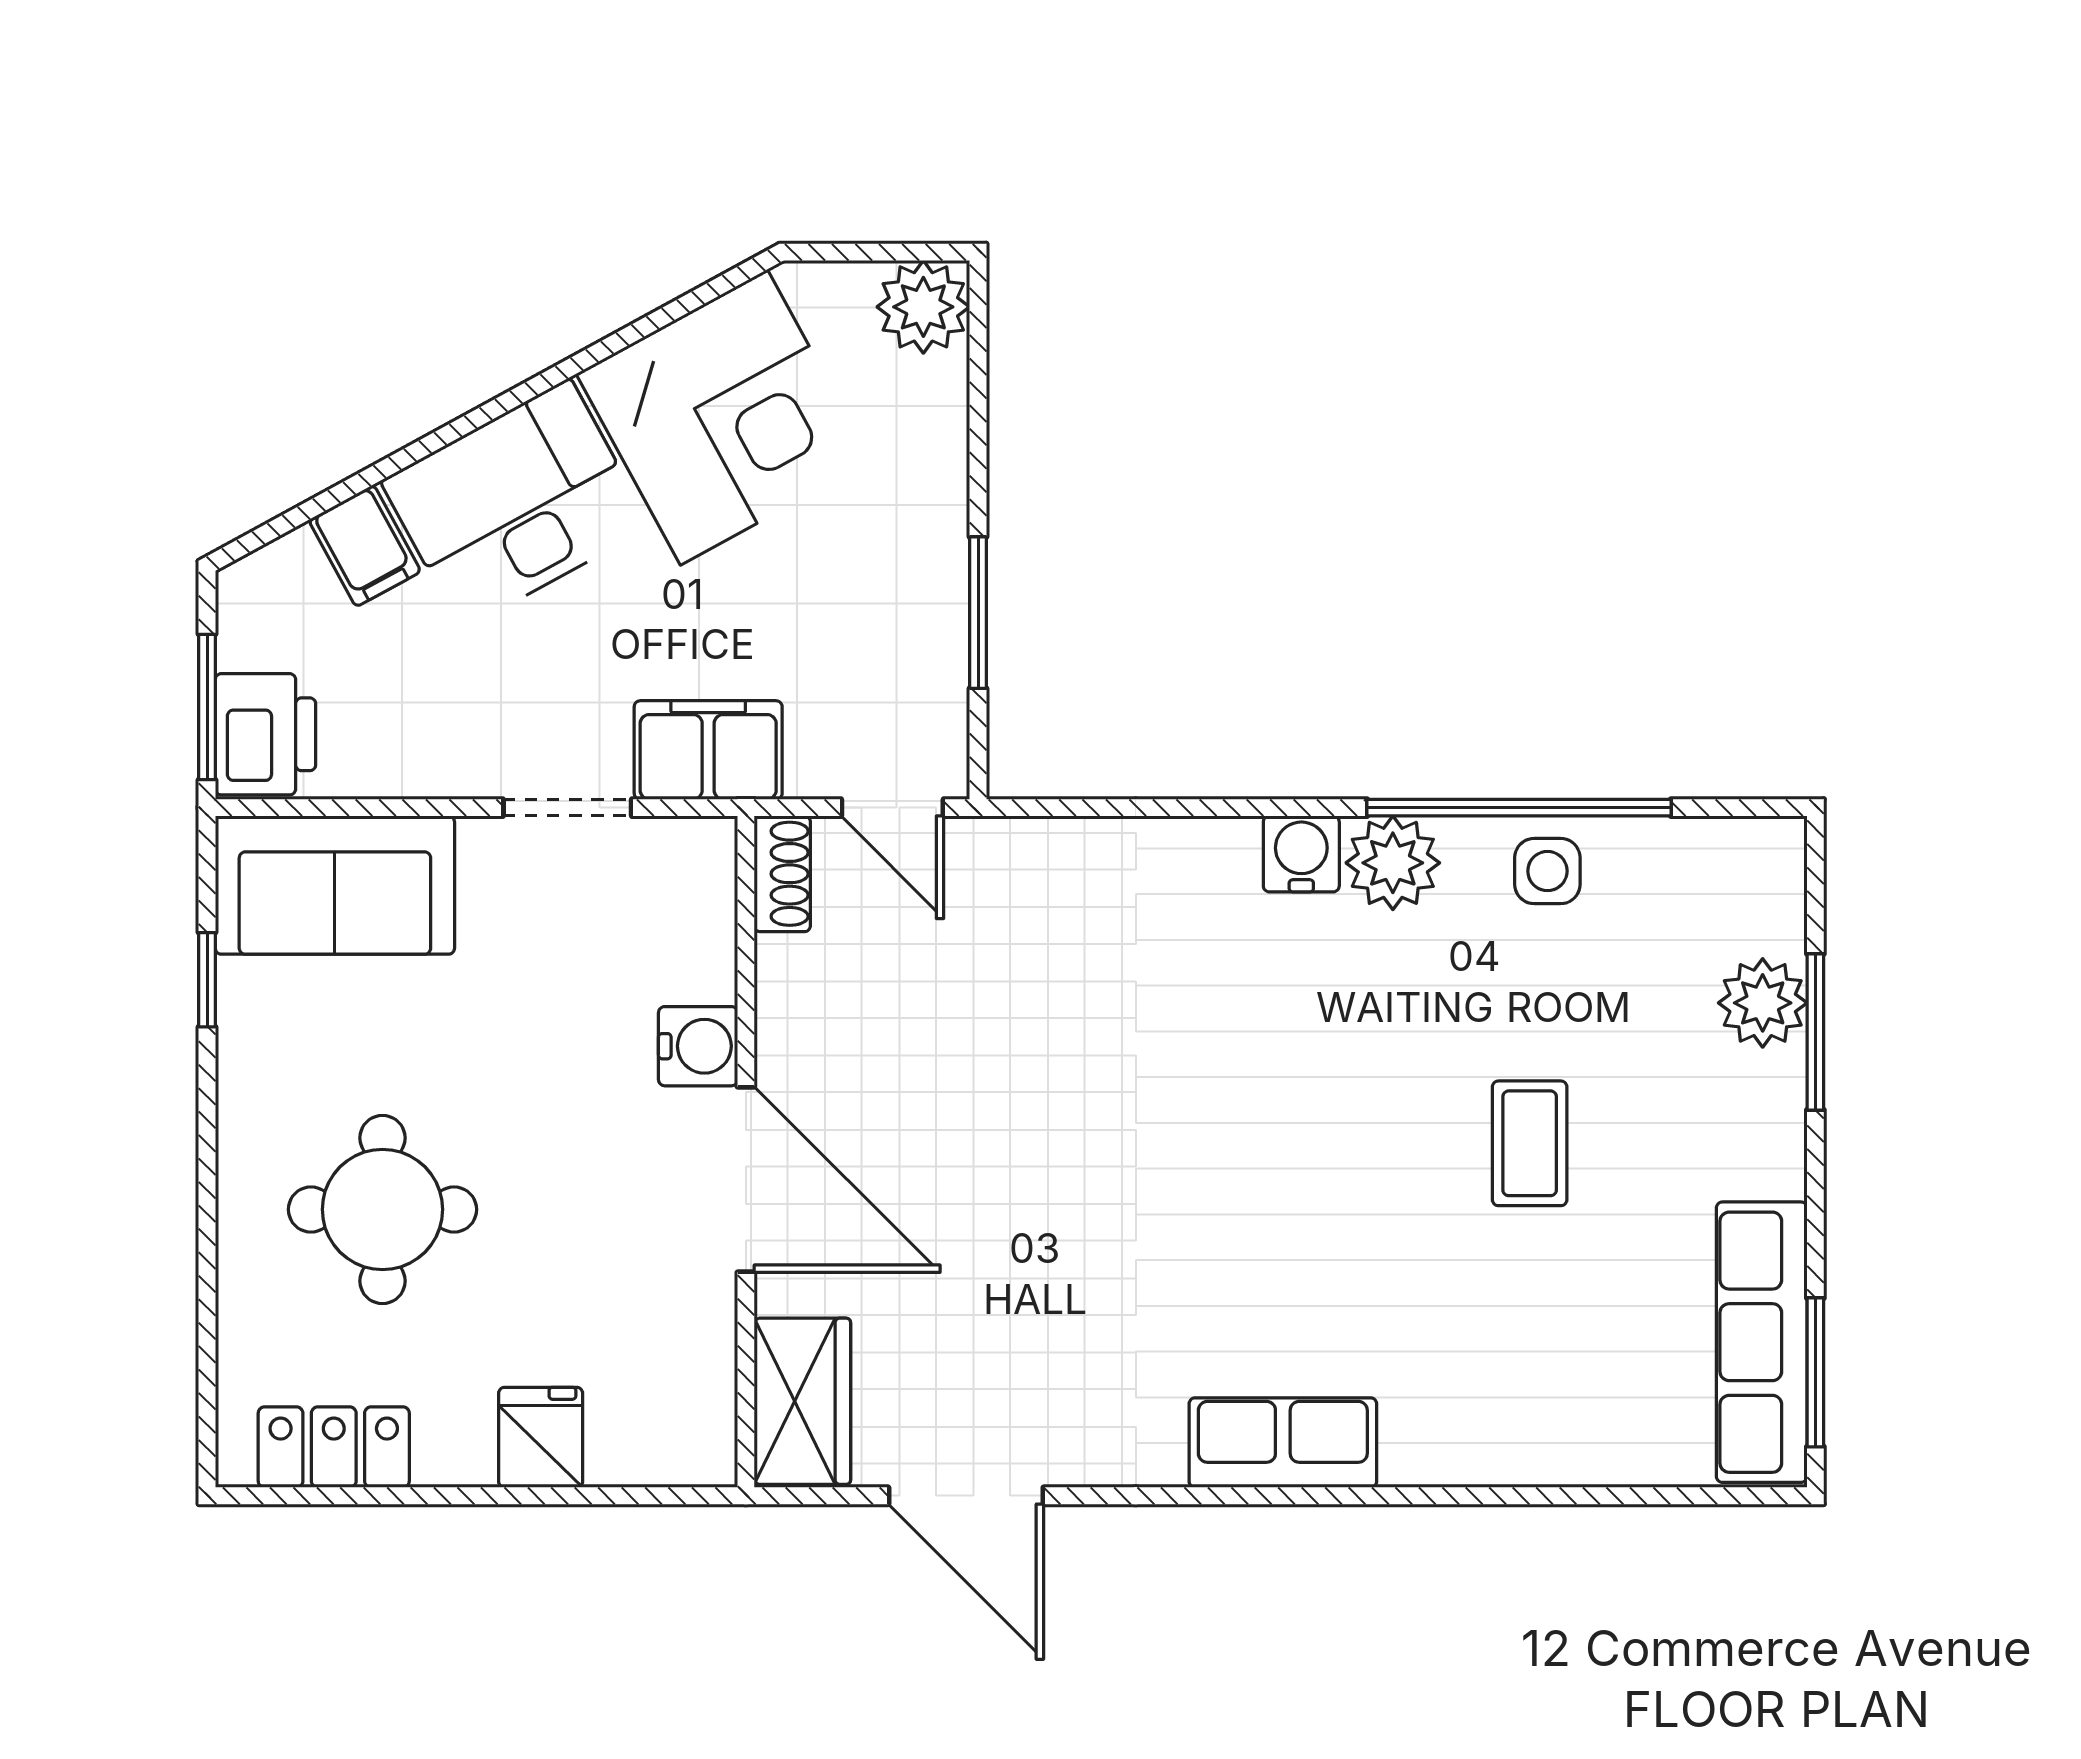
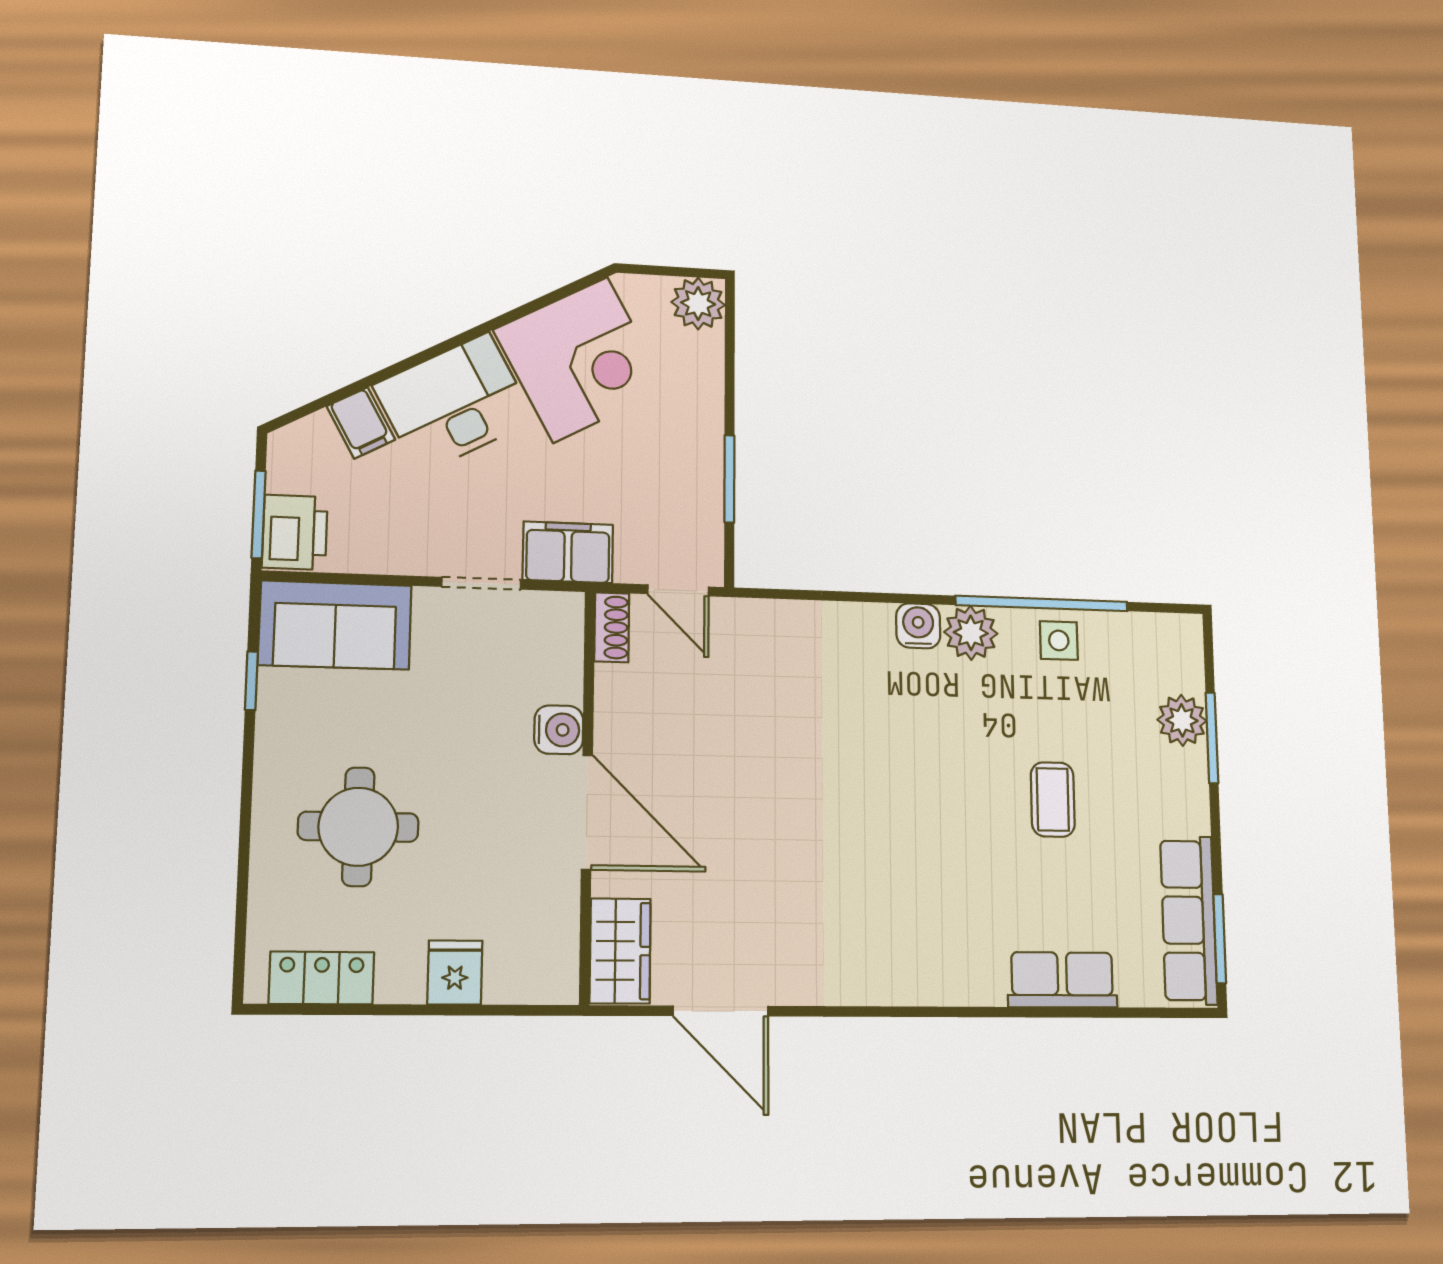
row of seats: (1283, 1443) -> (1062, 980), moved

